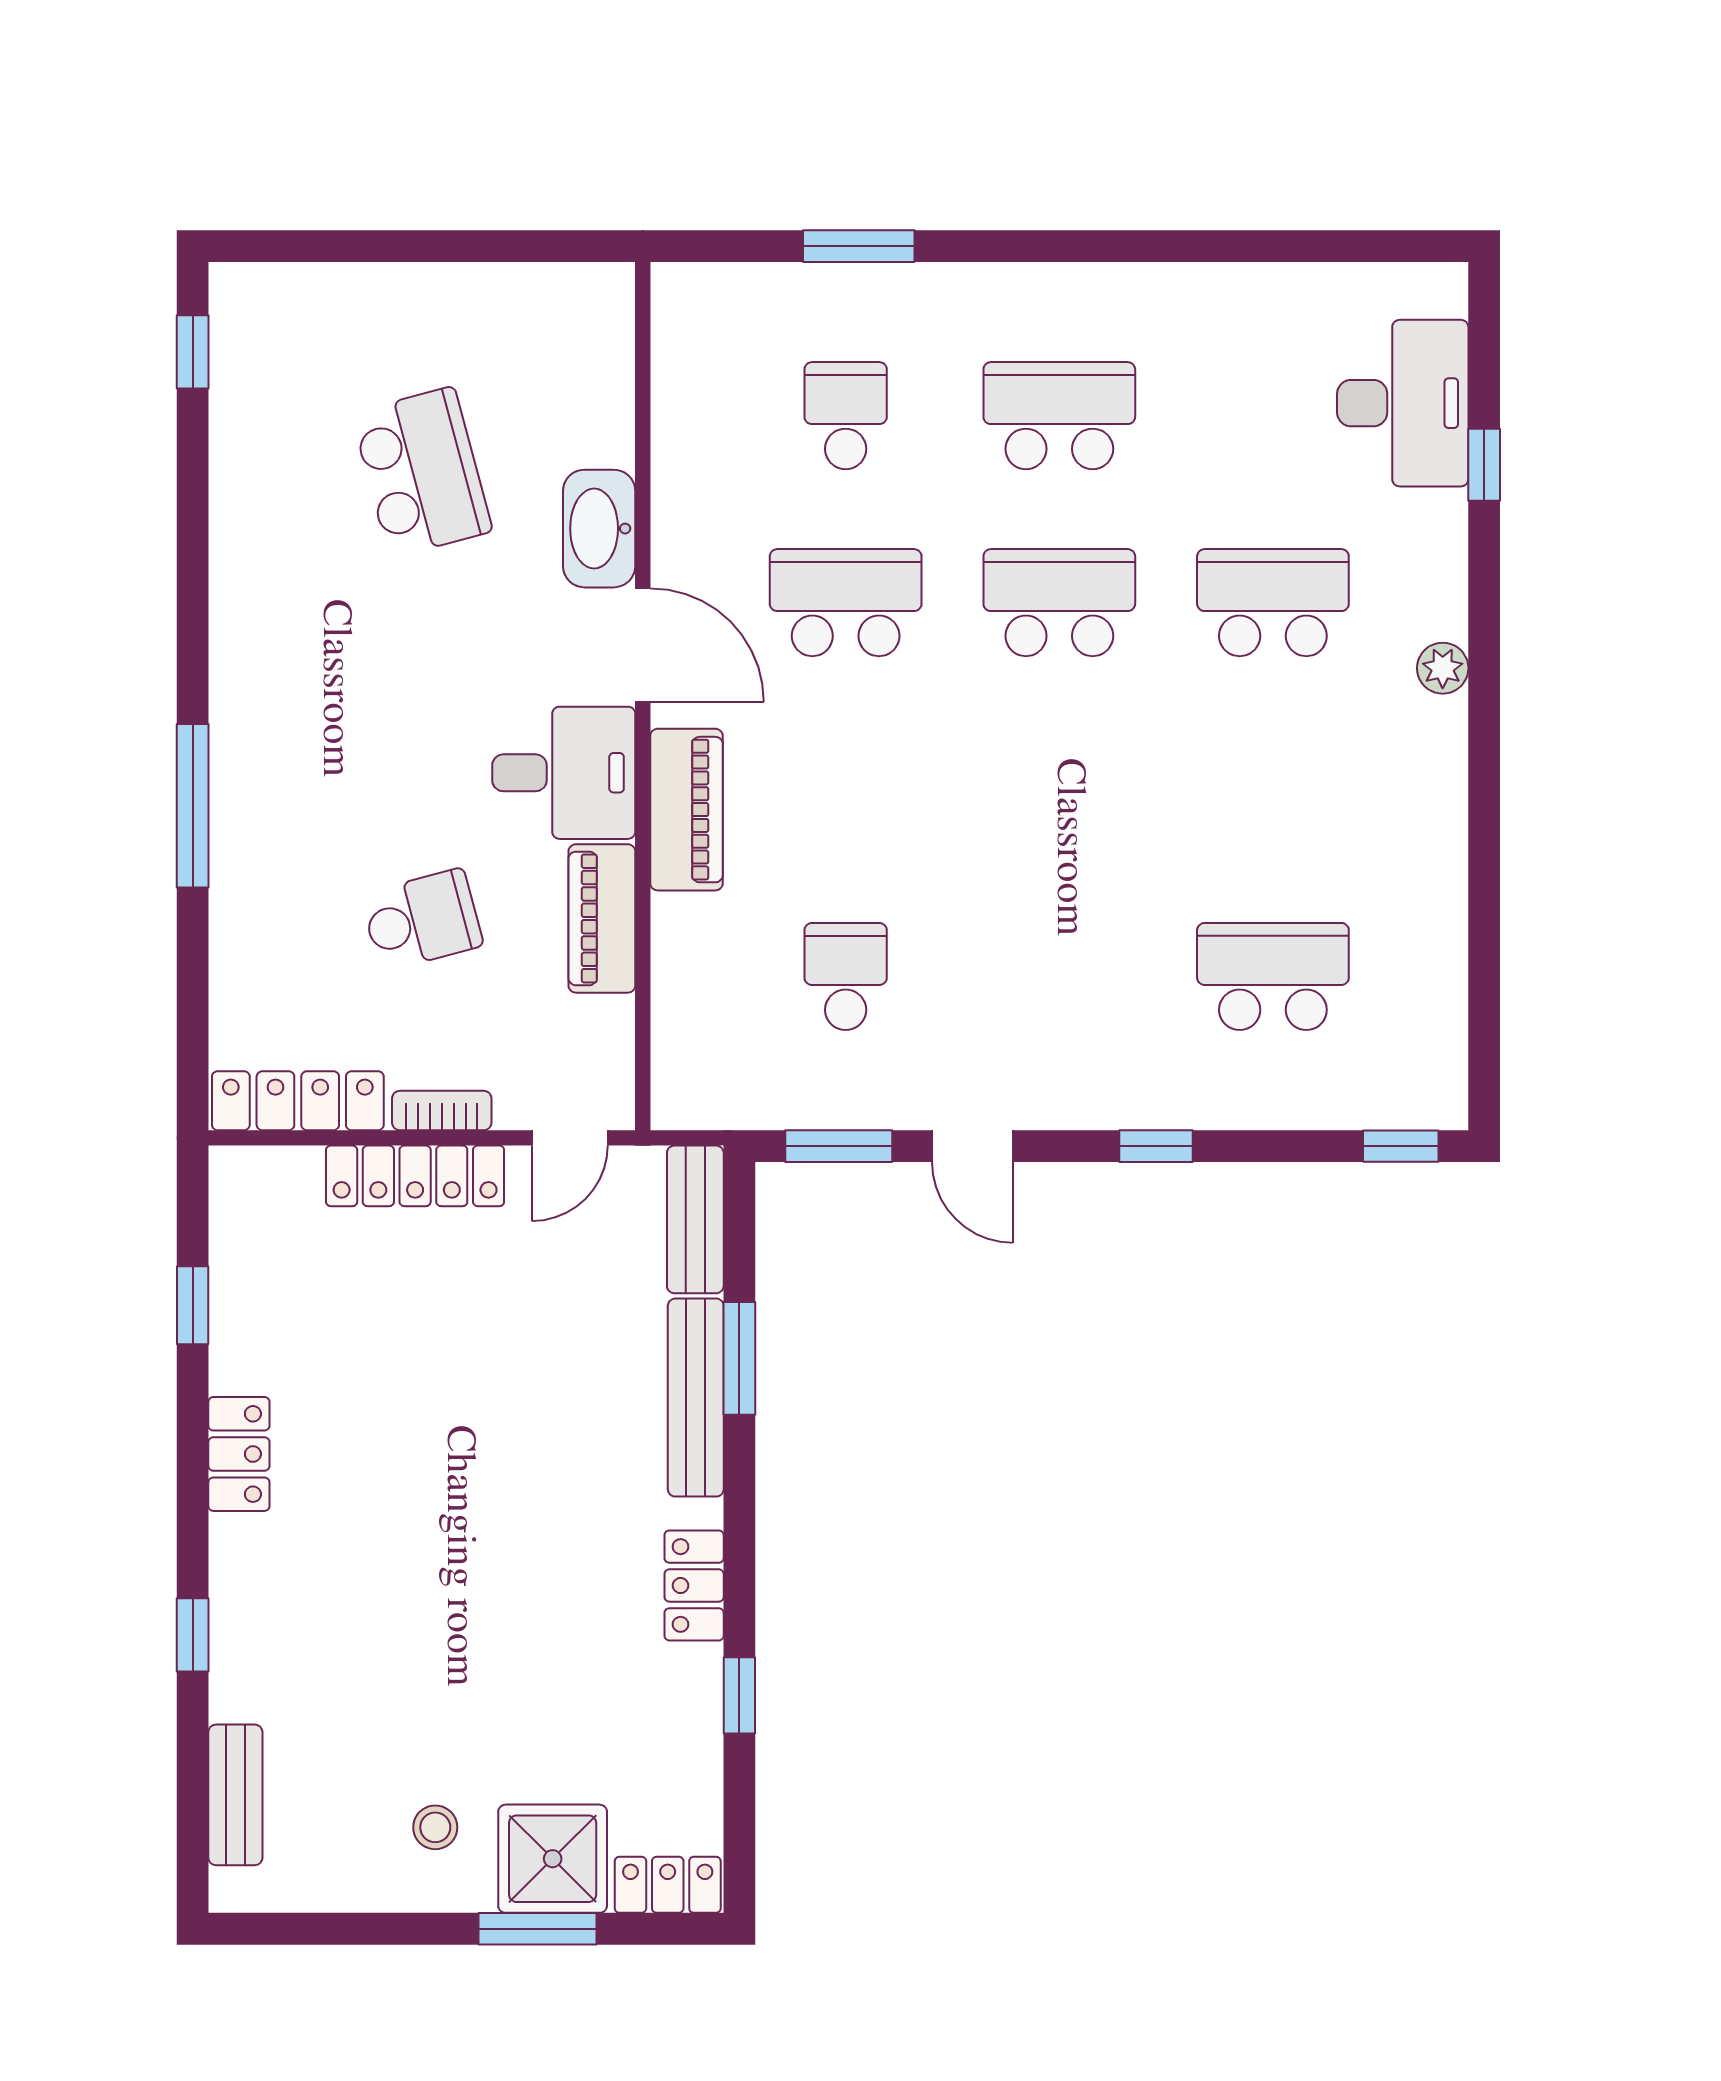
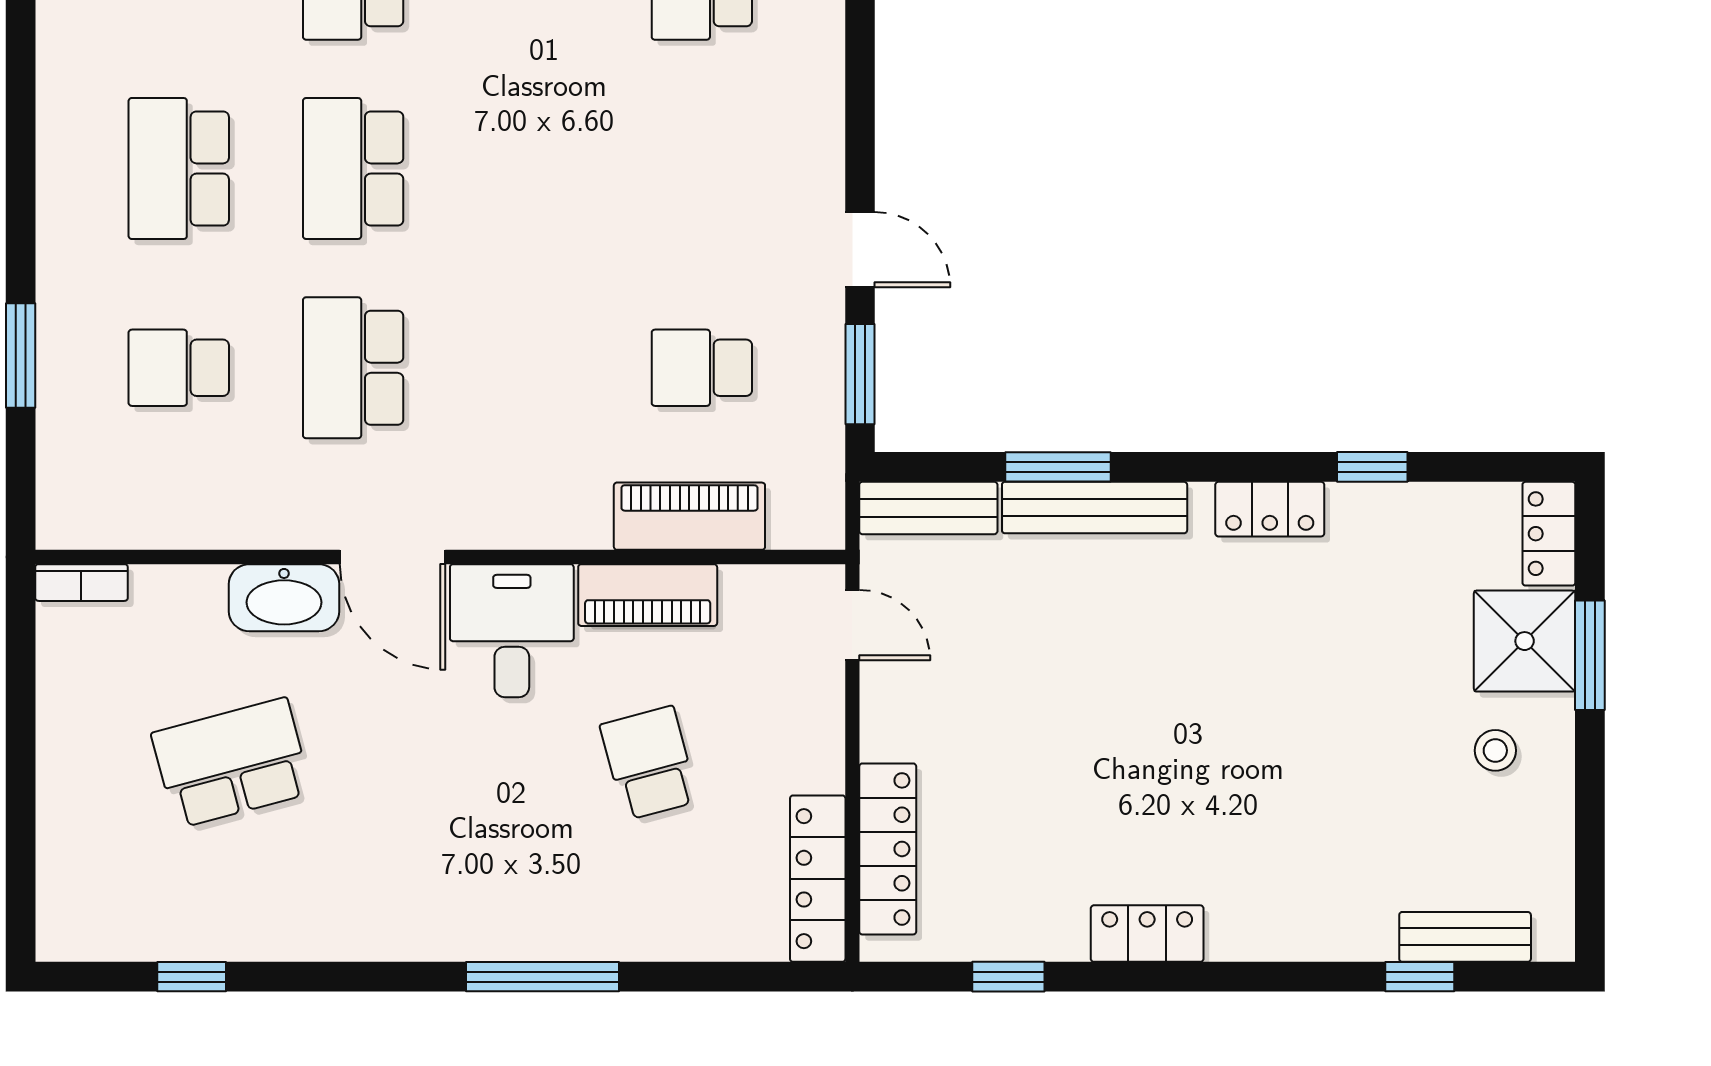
window: (193, 352) -> (192, 977), moved
door: (643, 645) -> (393, 557), swing flipped
piano: (686, 810) -> (689, 516), moved
bookcase: (442, 1111) -> (81, 583), moved, turned -90
door: (972, 1146) -> (860, 250), hinge flipped
window: (1156, 1146) -> (860, 78), removed
locker: (415, 1176) -> (888, 849), moved
window: (193, 1635) -> (1420, 977), moved

